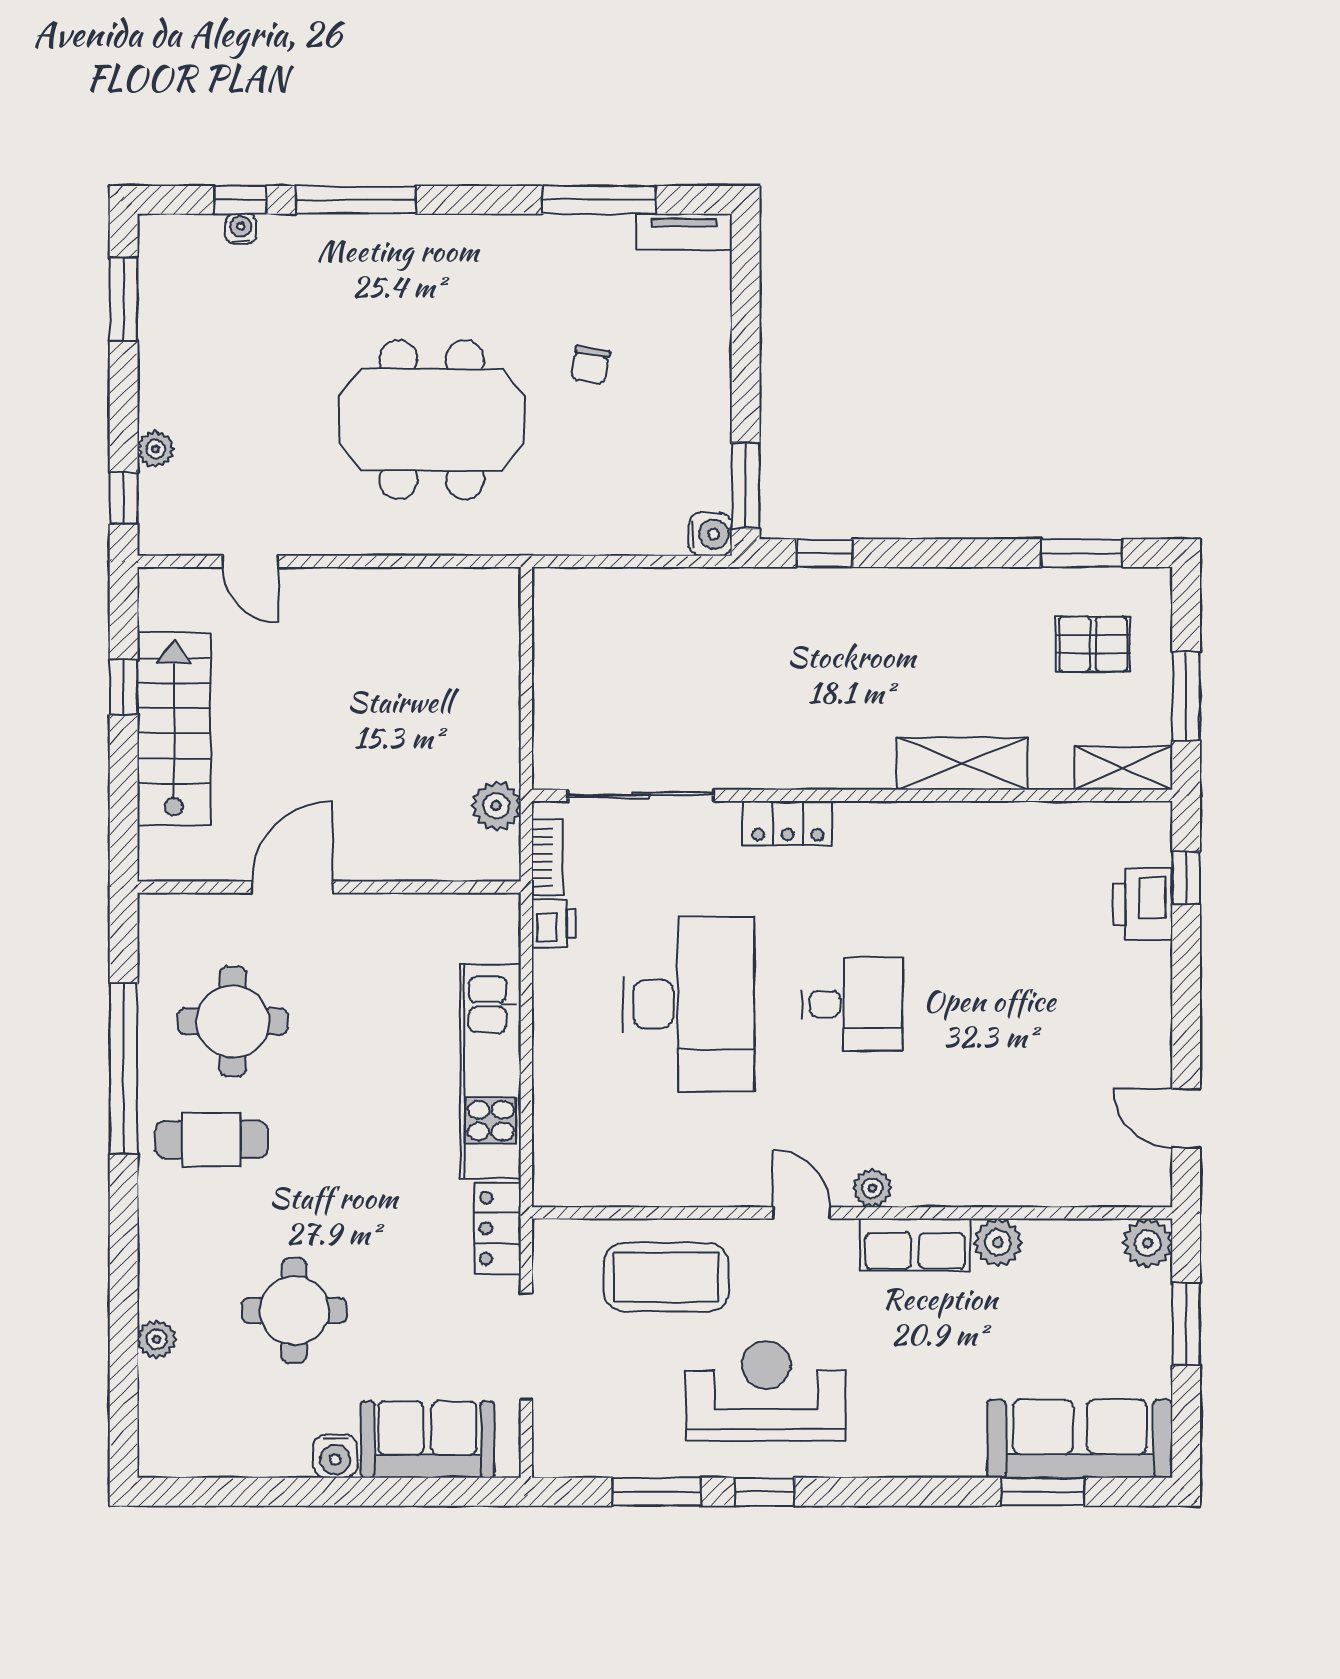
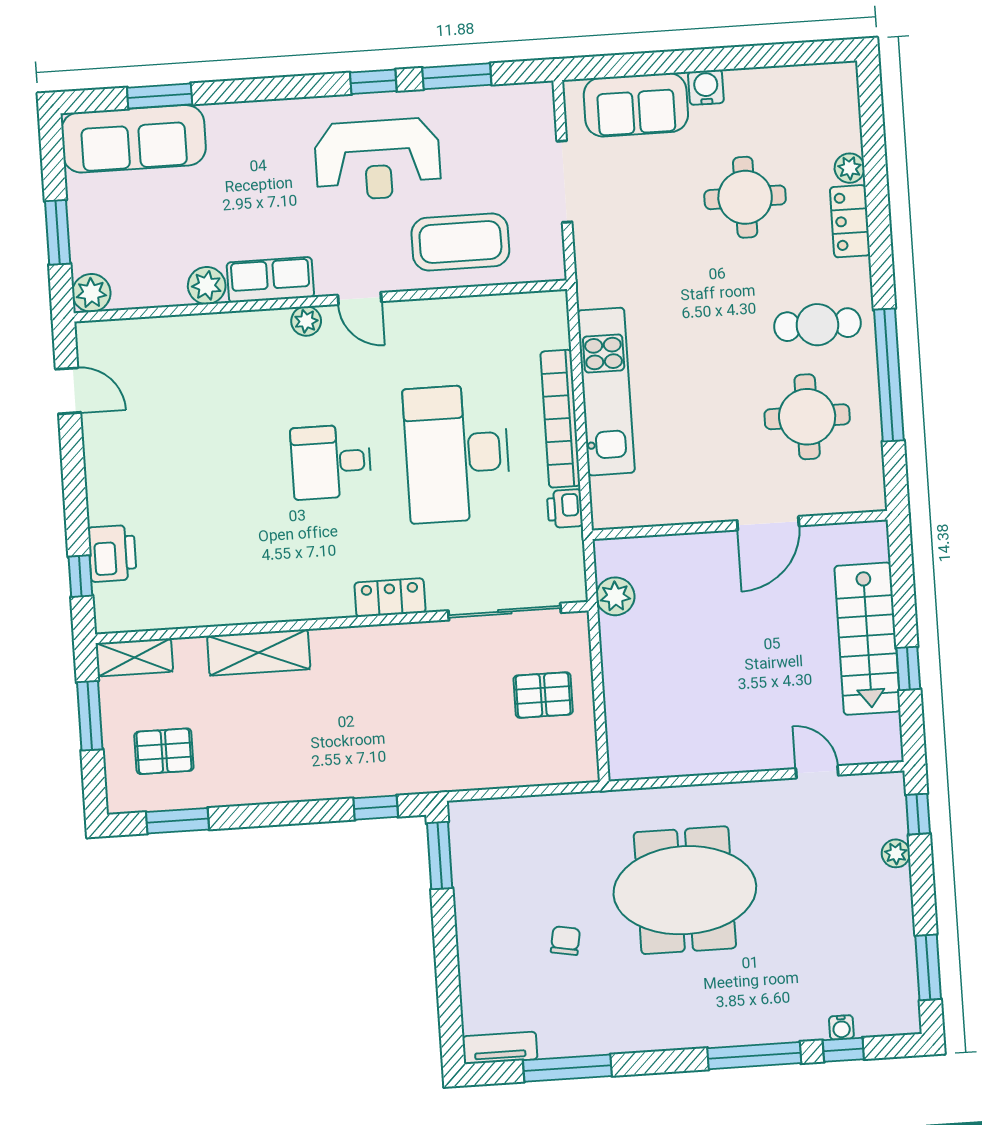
water cooler: (710, 534) -> (464, 816), removed
pallet: (598, 684) -> (543, 695), added
bookcase: (547, 857) -> (560, 419), moved, width x2.31, depth x1.31
locker: (498, 1228) -> (850, 221), moved, turned 180

